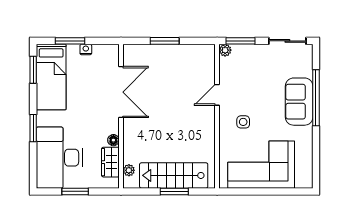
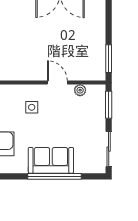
window: (165, 41) -> (109, 59), moved
plant: (225, 50) -> (80, 90), moved

